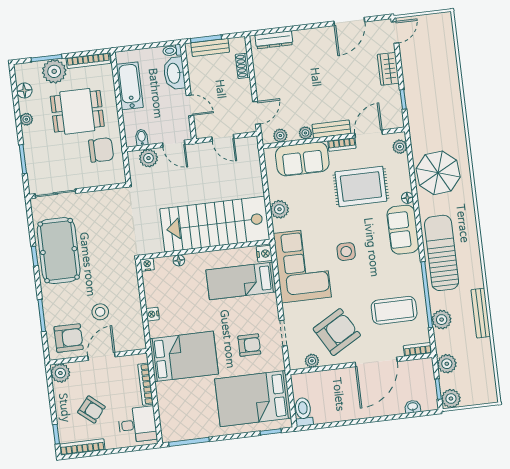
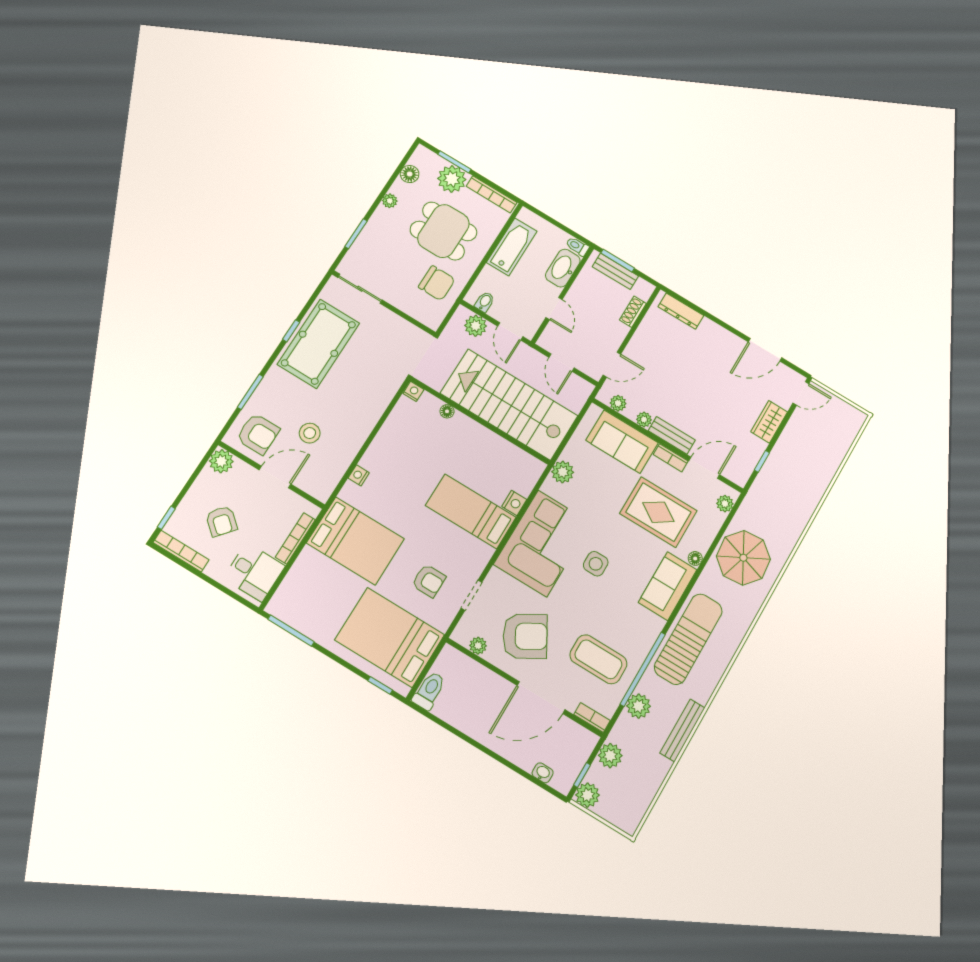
stairs: (215, 224) -> (509, 404), moved
wall: (205, 250) -> (480, 421), moved
floor lamp: (179, 260) -> (447, 411), moved
nightstand: (147, 265) -> (413, 391), moved

